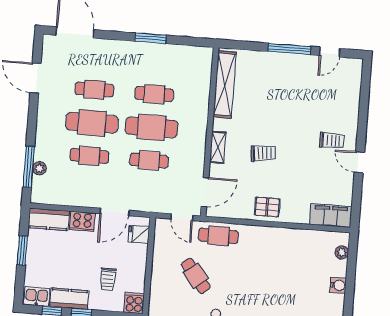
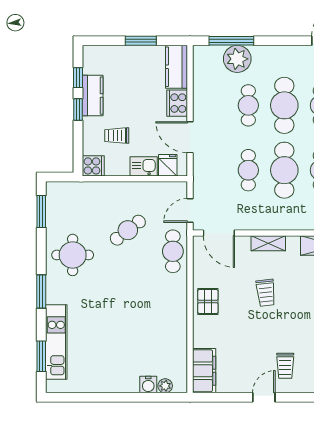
plant: (39, 168) -> (237, 59), width x1.88, depth x1.88
water cooler: (338, 285) -> (148, 385), moved
kitchen sink: (37, 297) -> (144, 166), moved, turned -90

